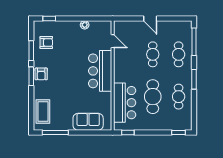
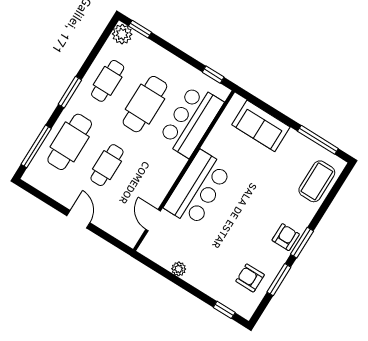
cafe table: (179, 54) -> (70, 142), width x1.37, depth x1.35
plant: (186, 124) -> (122, 34), added

